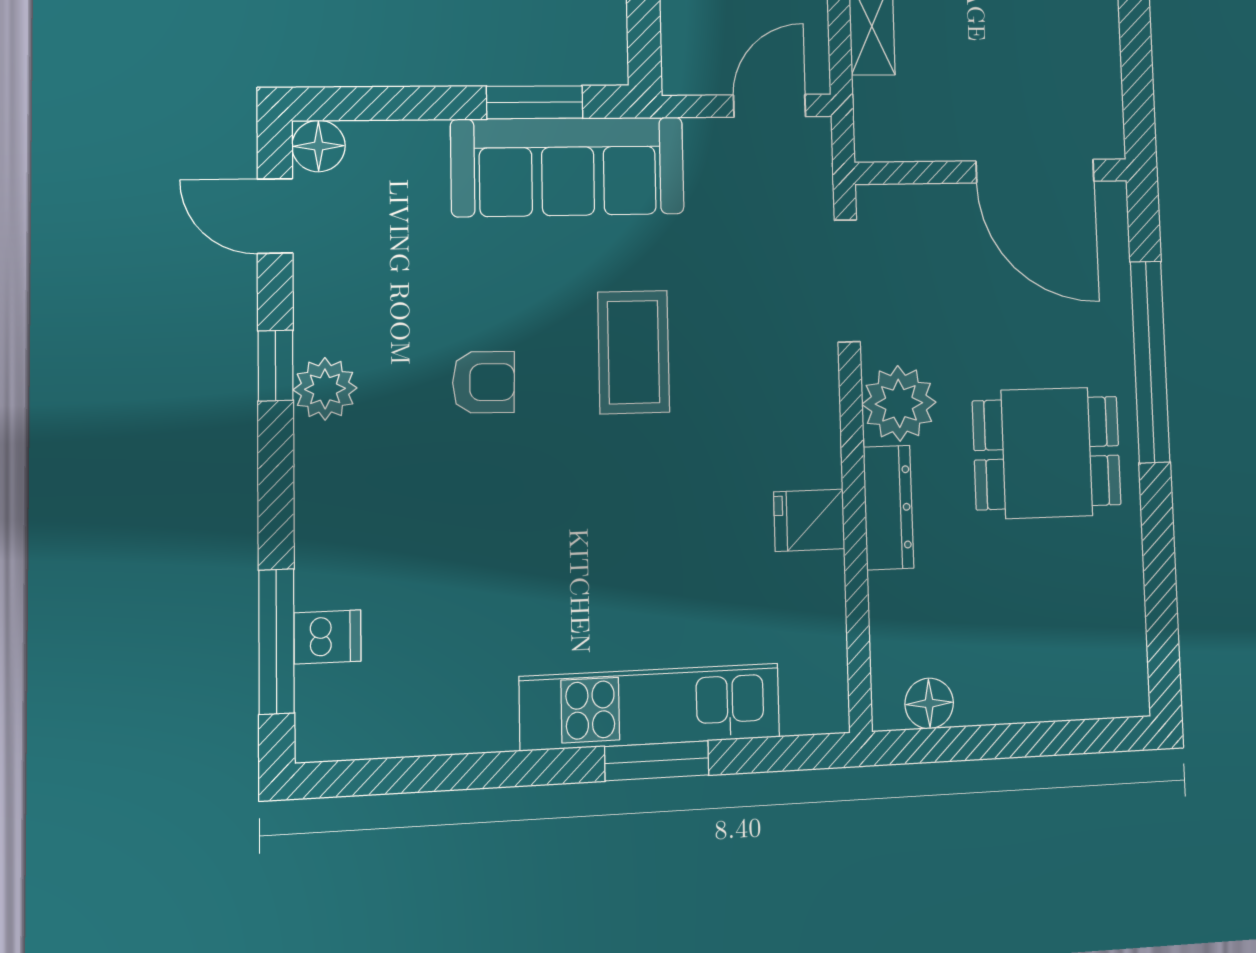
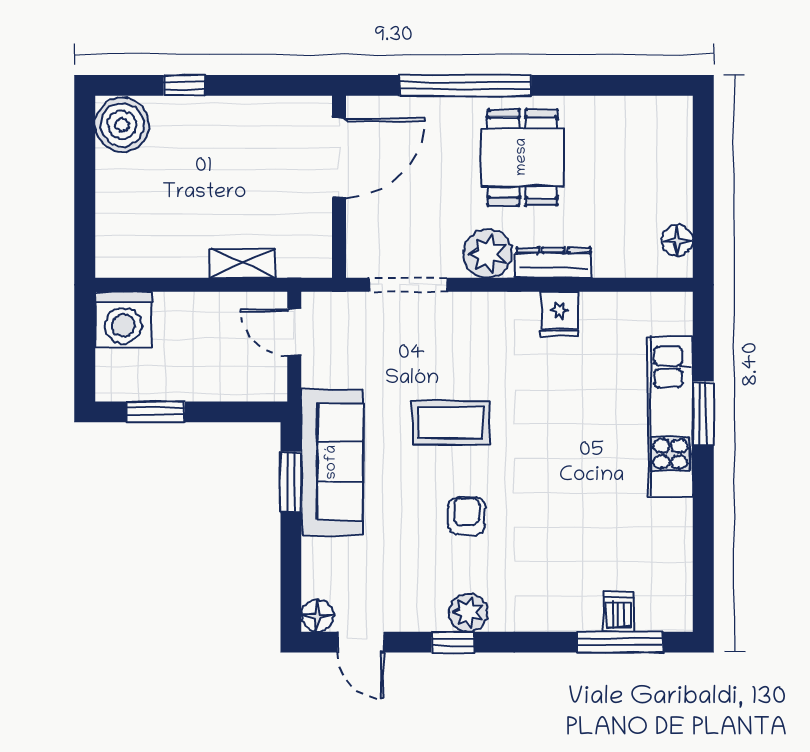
door: (275, 216) -> (361, 642), hinge flipped

